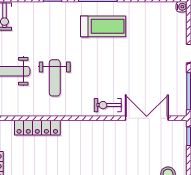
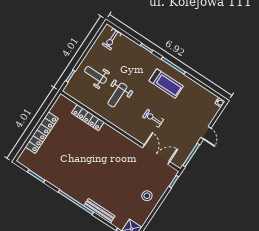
exercise bike: (108, 105) -> (153, 118), moved

